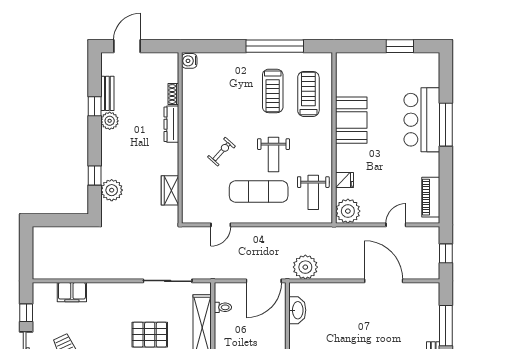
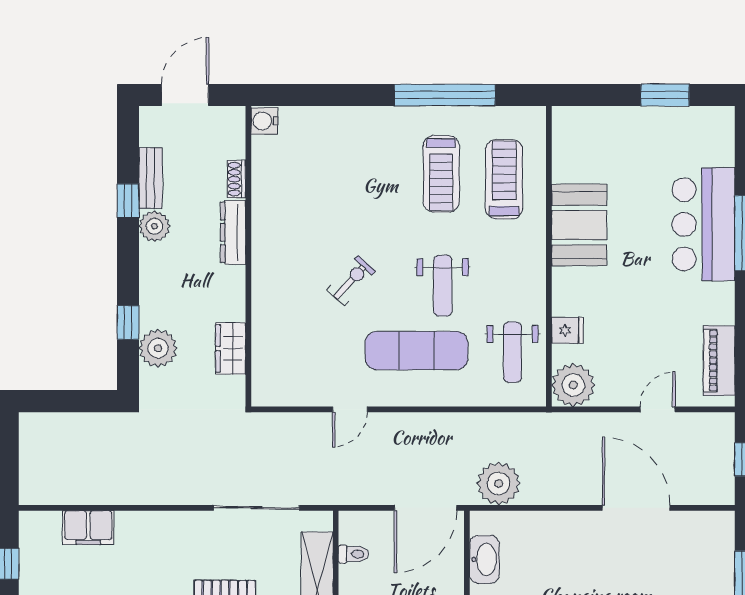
water cooler: (189, 61) -> (264, 121), moved
shoe rack: (173, 94) -> (236, 179), moved
dresser: (171, 124) -> (233, 232), moved
wall: (180, 138) -> (248, 256), moved
wardrobe: (170, 190) -> (231, 348), moved

